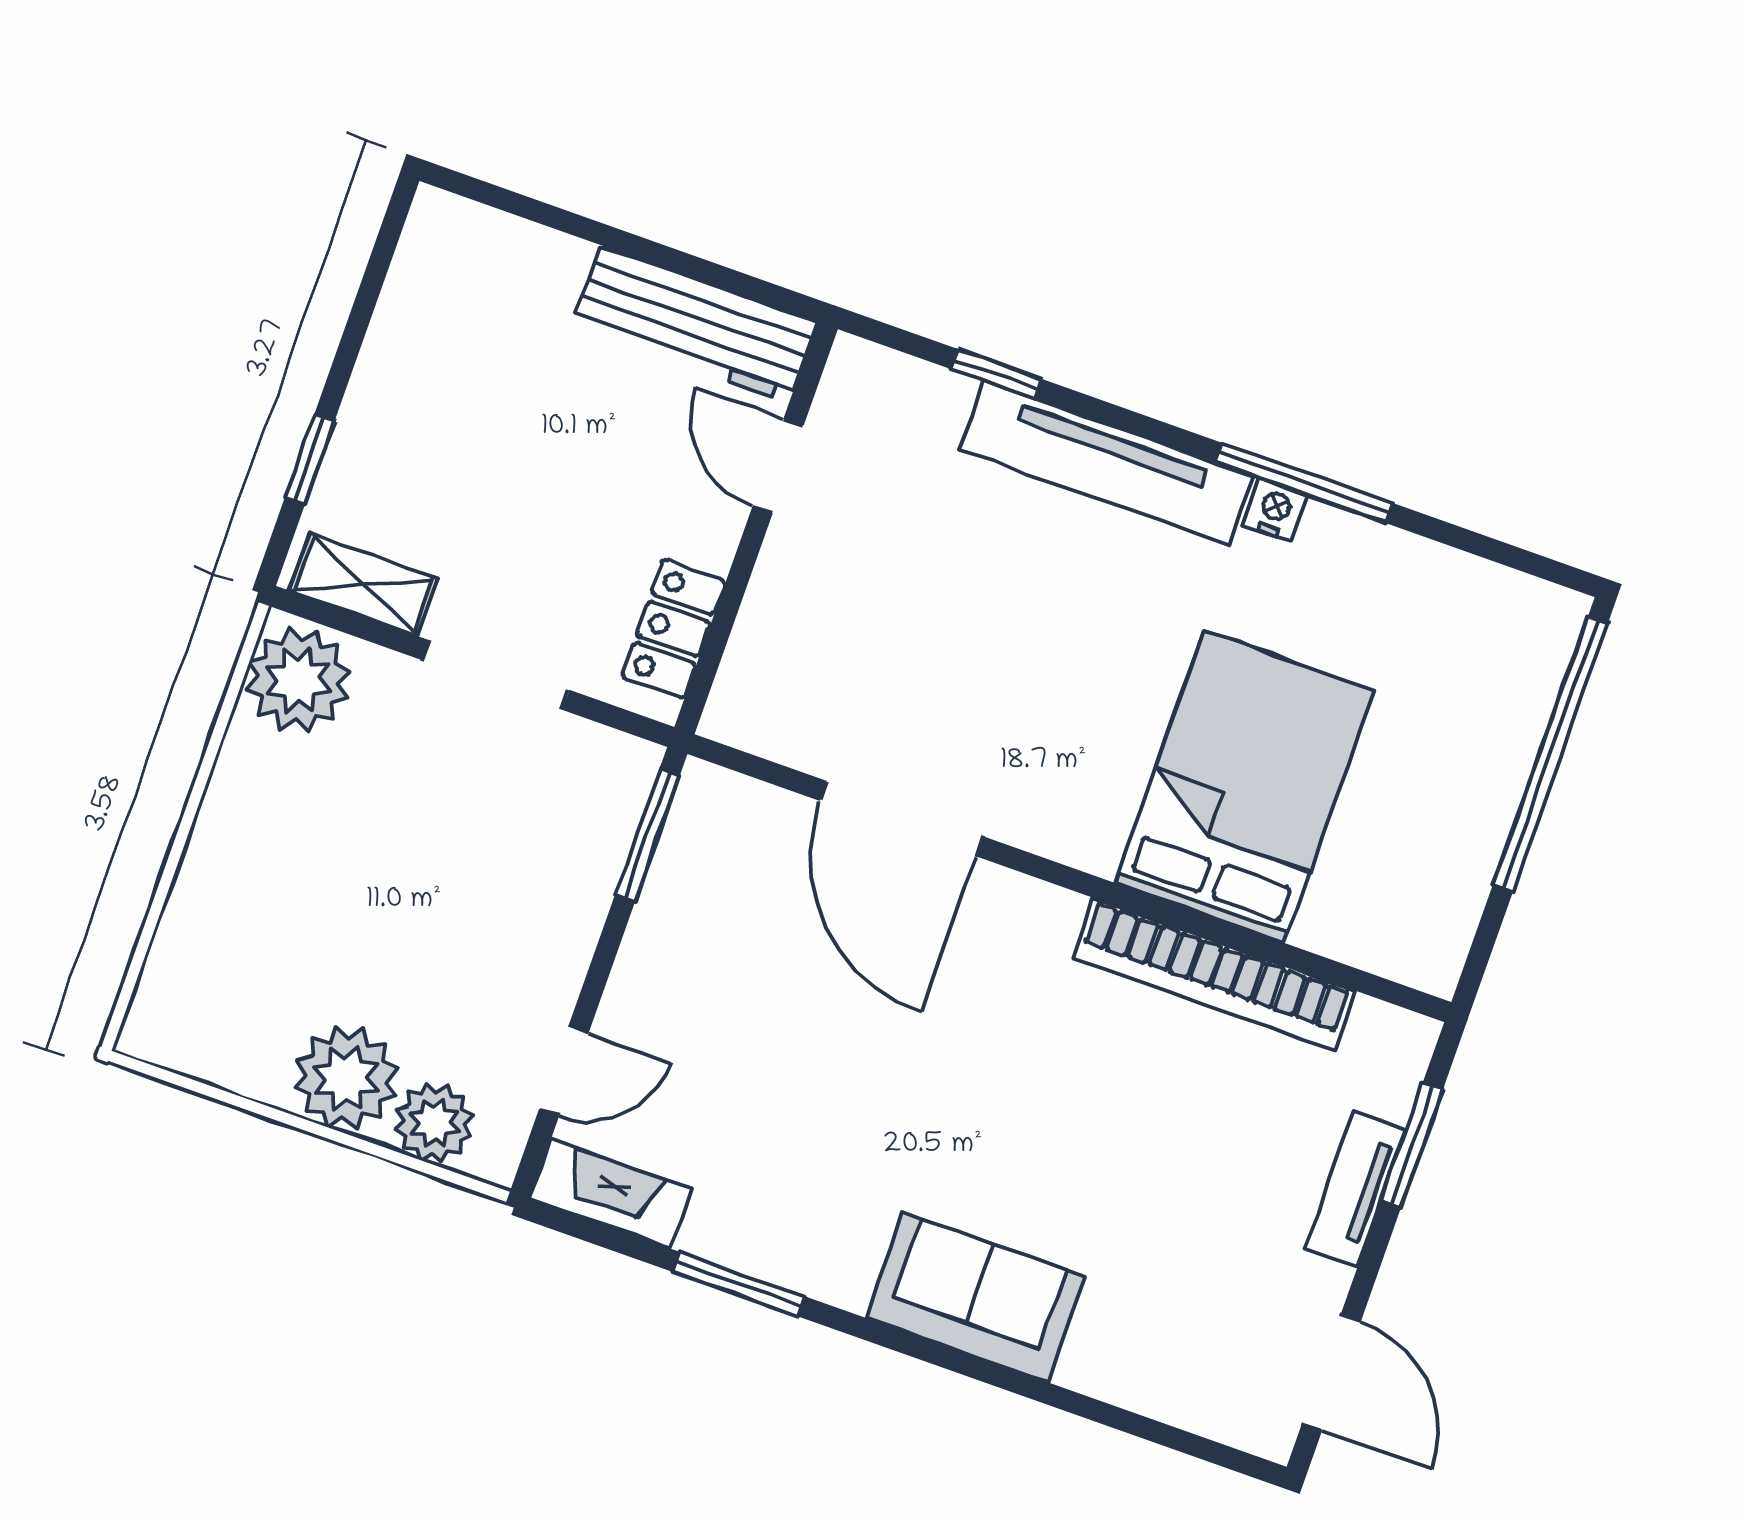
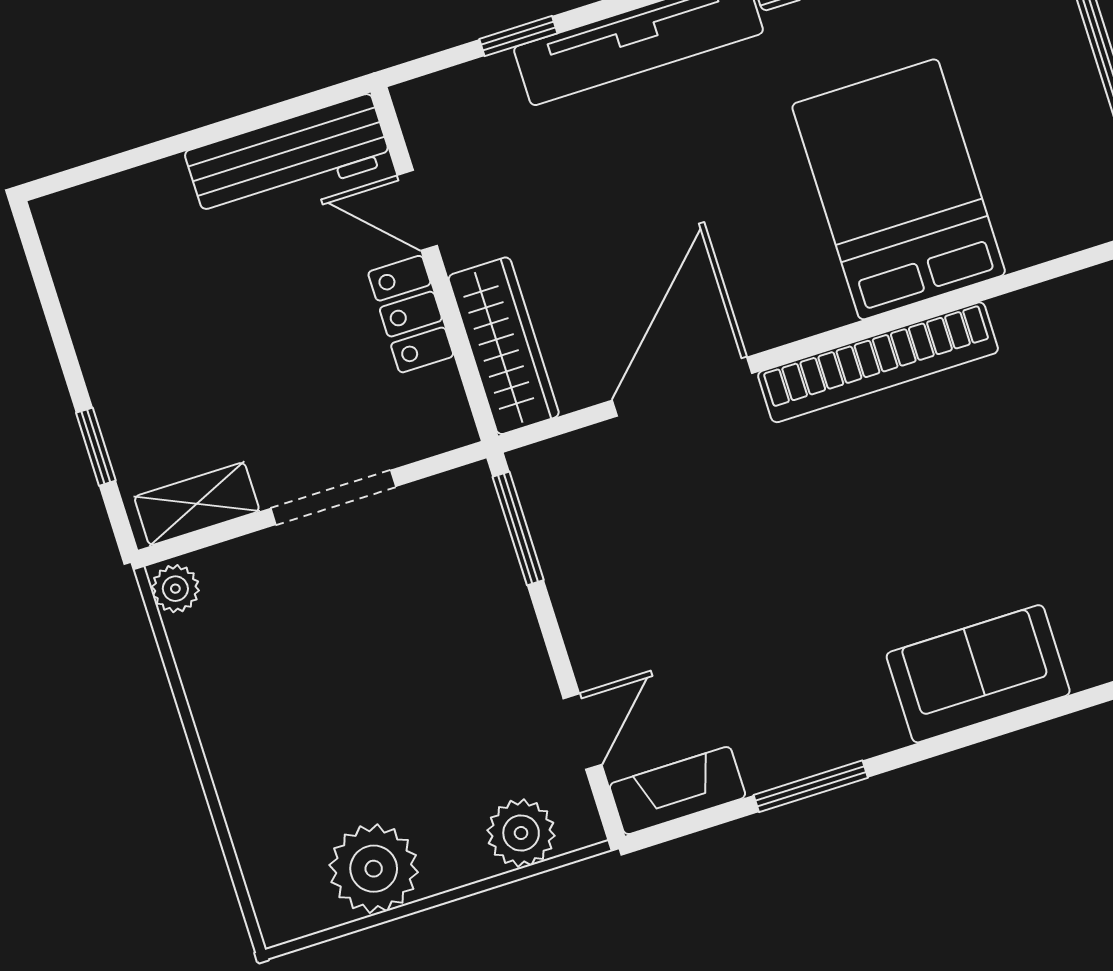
locker: (674, 629) -> (411, 314), moved
wardrobe: (763, 654) -> (504, 346), added
plant: (298, 680) -> (175, 589), width x0.53, depth x0.53
door: (901, 819) -> (682, 387), swing flipped
bookcase: (1214, 974) -> (878, 362), moved
plant: (346, 1078) -> (374, 869), moved

